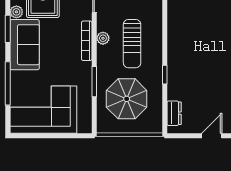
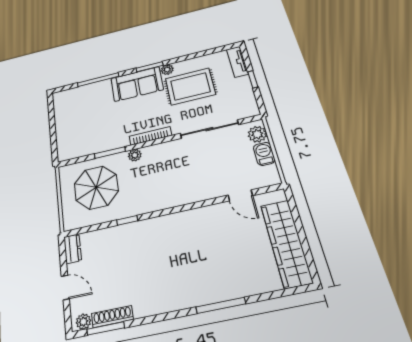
plant: (103, 38) -> (135, 155), moved
sun lounger: (132, 44) -> (155, 179), removed
corner sofa: (43, 110) -> (77, 115), removed
dresser: (174, 113) -> (73, 249), moved, turned -90

